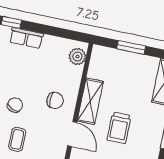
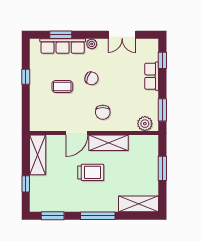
window: (66, 34) -> (162, 110), added
trolley: (119, 128) -> (91, 172), turned 180

